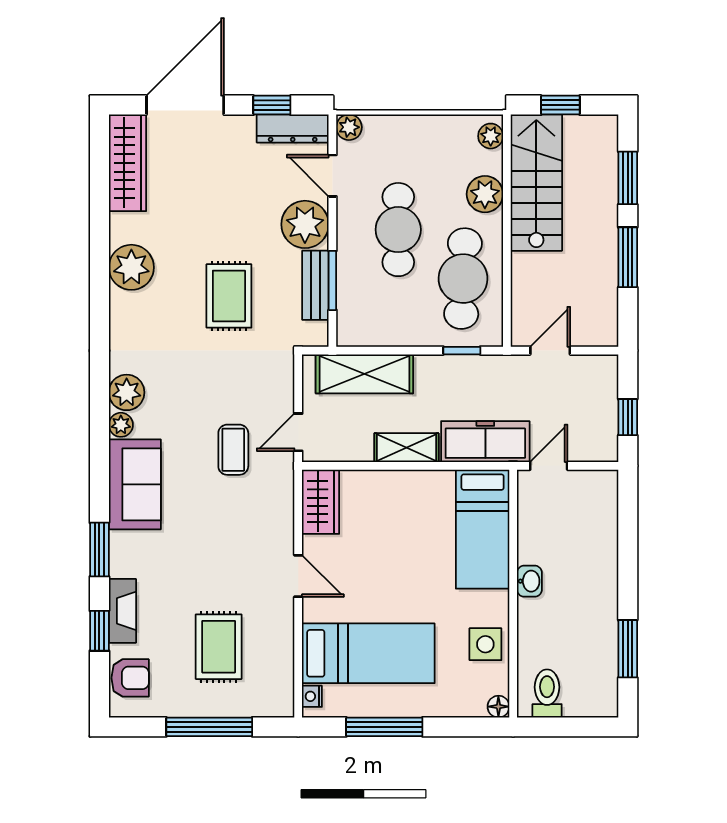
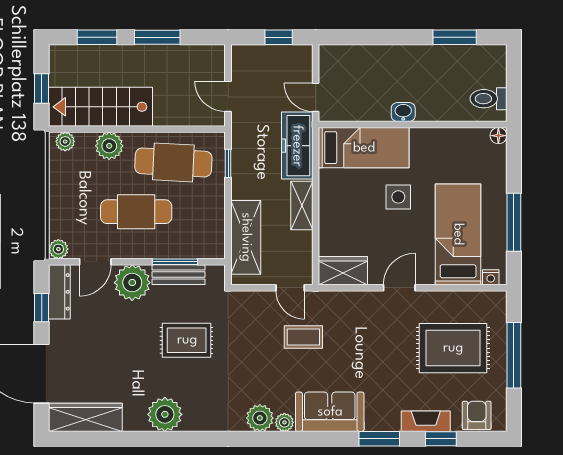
side table: (485, 644) -> (398, 197), moved
rug: (219, 647) -> (453, 348), width x1.36, depth x1.43

